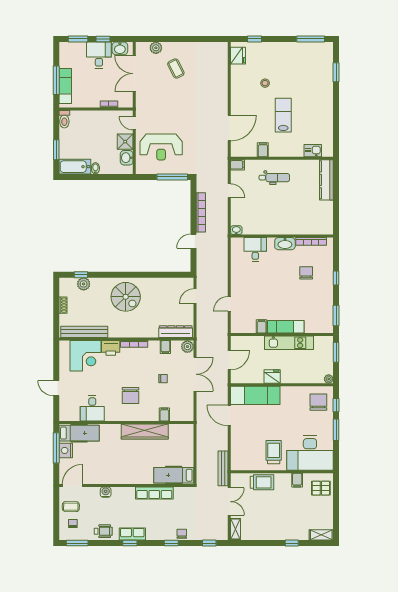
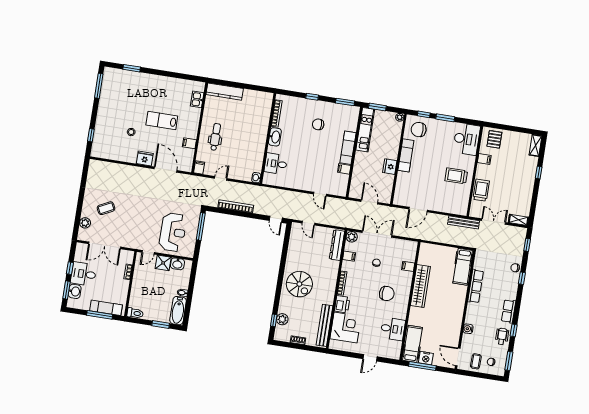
washbasin: (120, 48) -> (75, 291), moved
fridge: (238, 56) -> (145, 158), moved
door: (193, 241) -> (276, 219), moved
chair: (306, 273) -> (318, 124), moved
spiral stairs: (126, 297) -> (299, 284), turned 90
kitchen unit: (289, 343) -> (365, 130), moved
exam couch: (255, 395) -> (406, 155), moved, width x0.73, depth x0.69
desk: (310, 453) -> (467, 139), width x0.73, depth x0.77
window: (130, 543) -> (514, 330), moved

